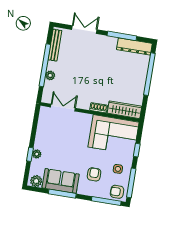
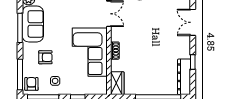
double door: (84, 30) -> (193, 22), swing flipped
window: (122, 36) -> (193, 62), width x0.46
wardrobe: (124, 110) -> (117, 83), width x0.67
corner sofa: (114, 135) -> (90, 52), moved

